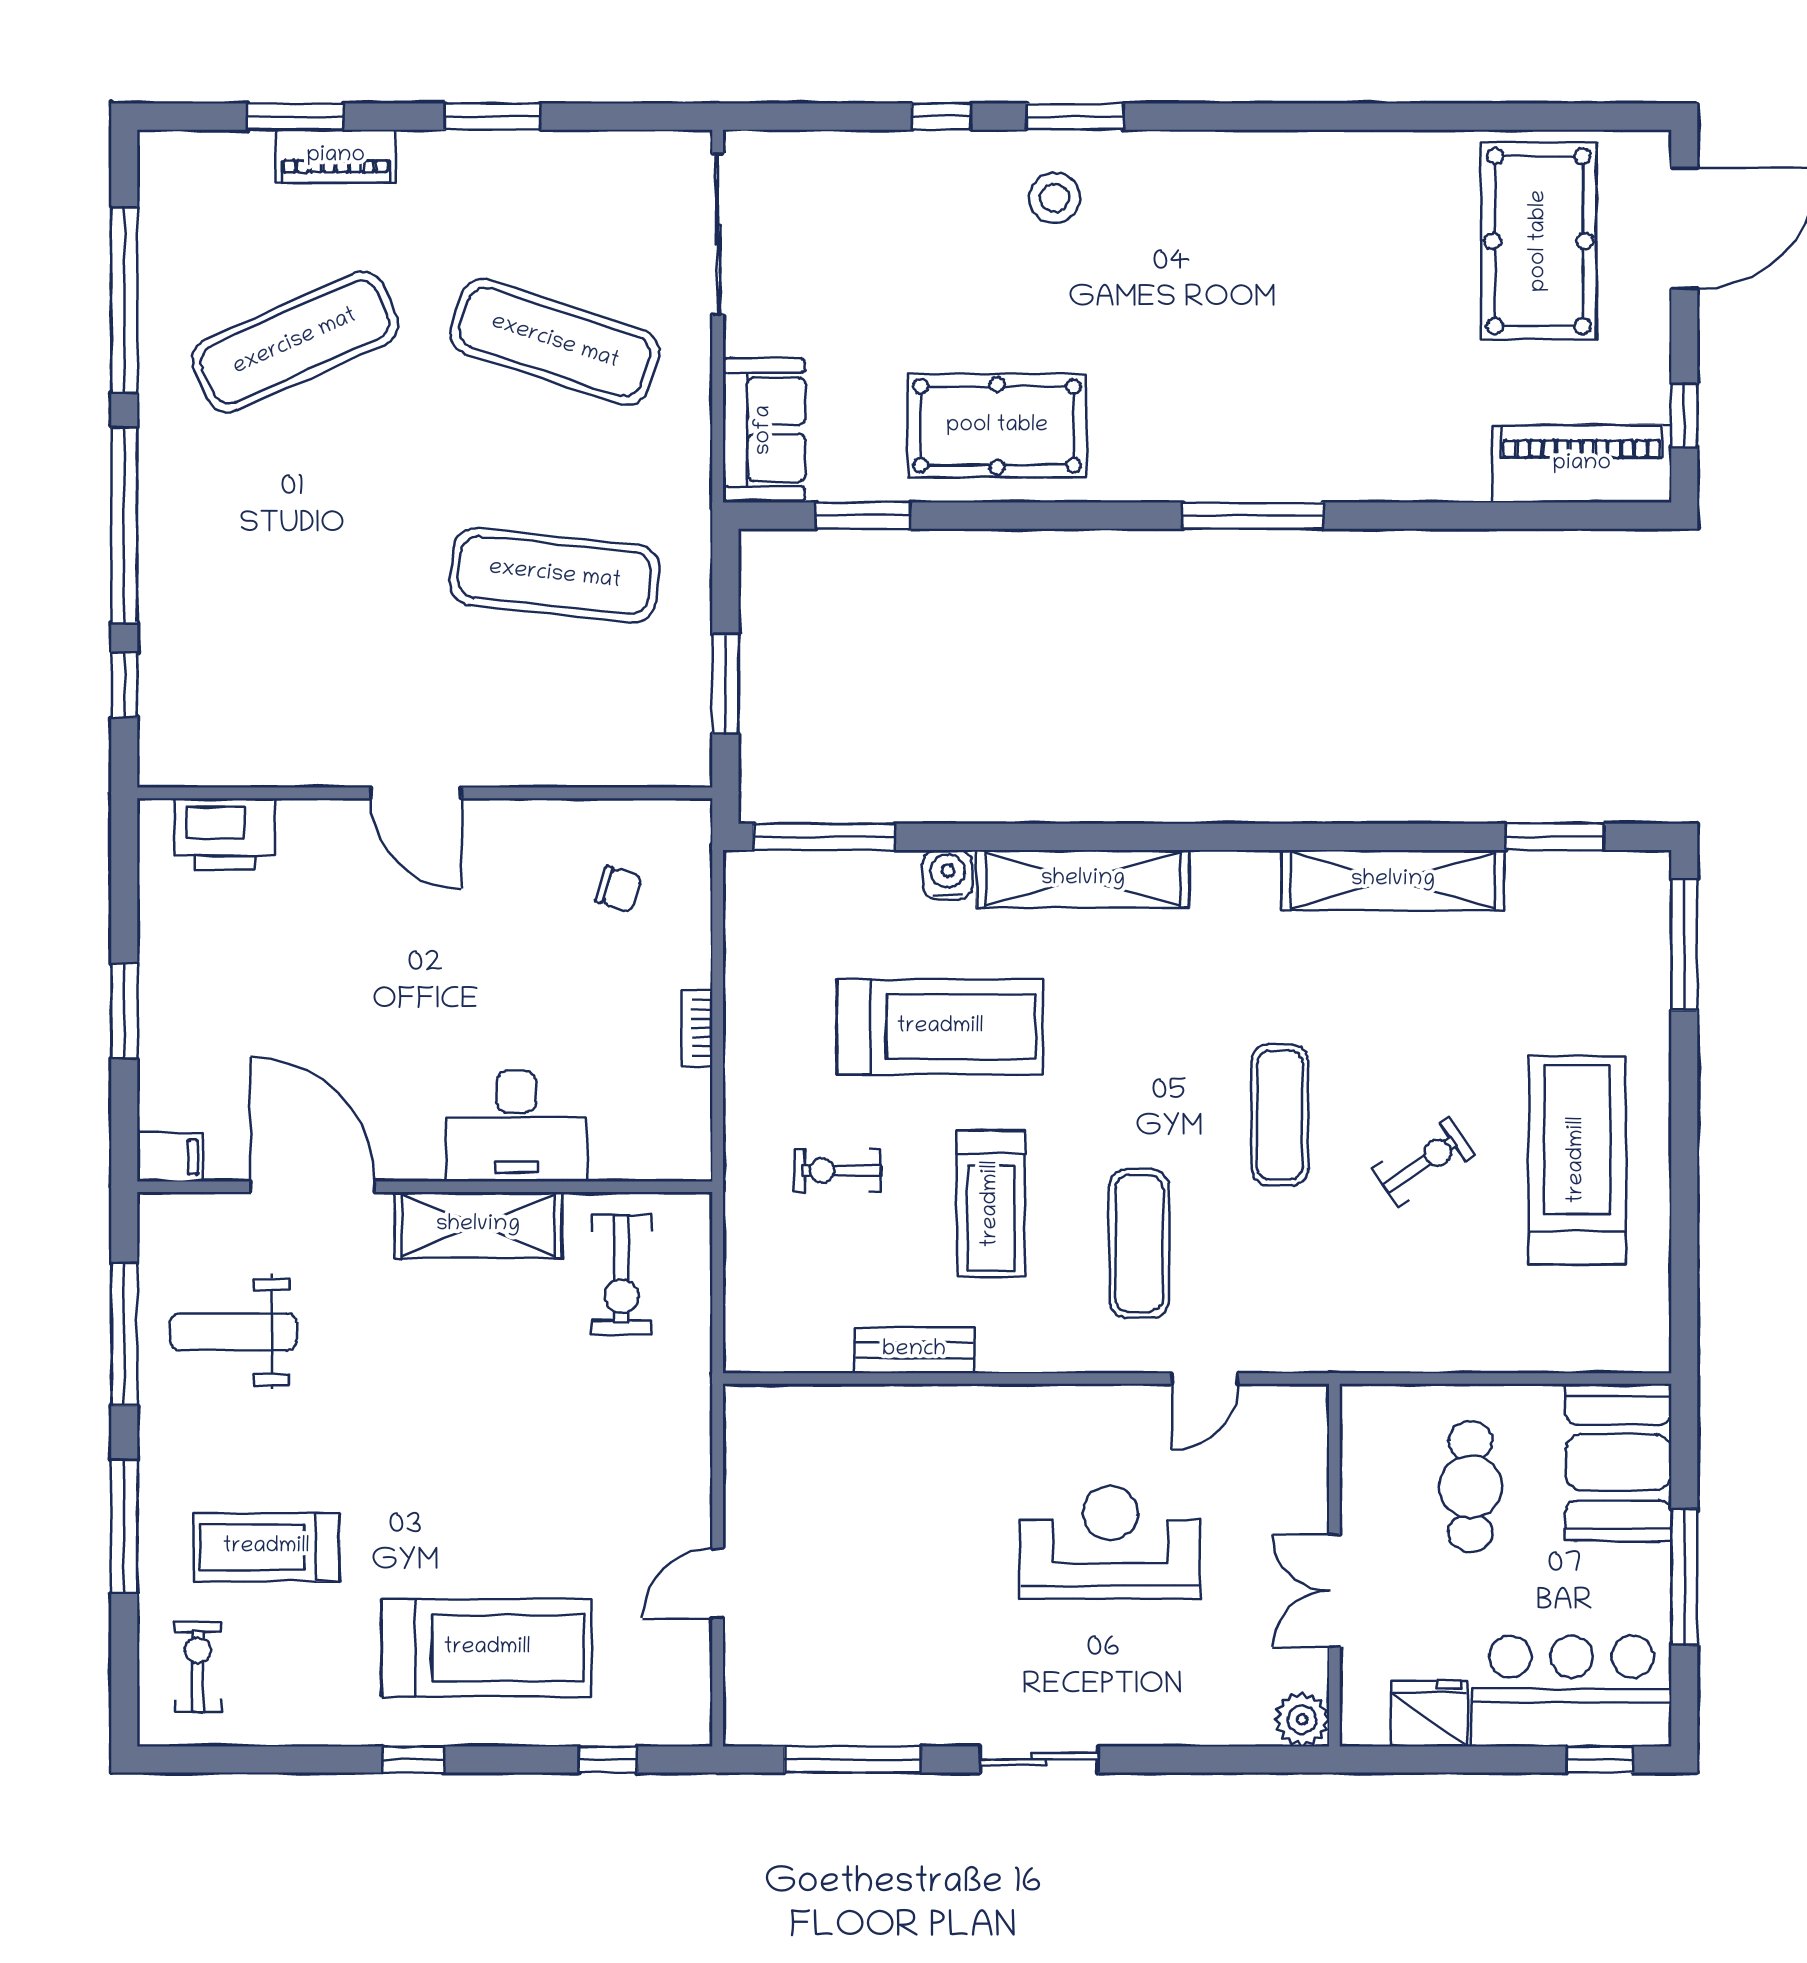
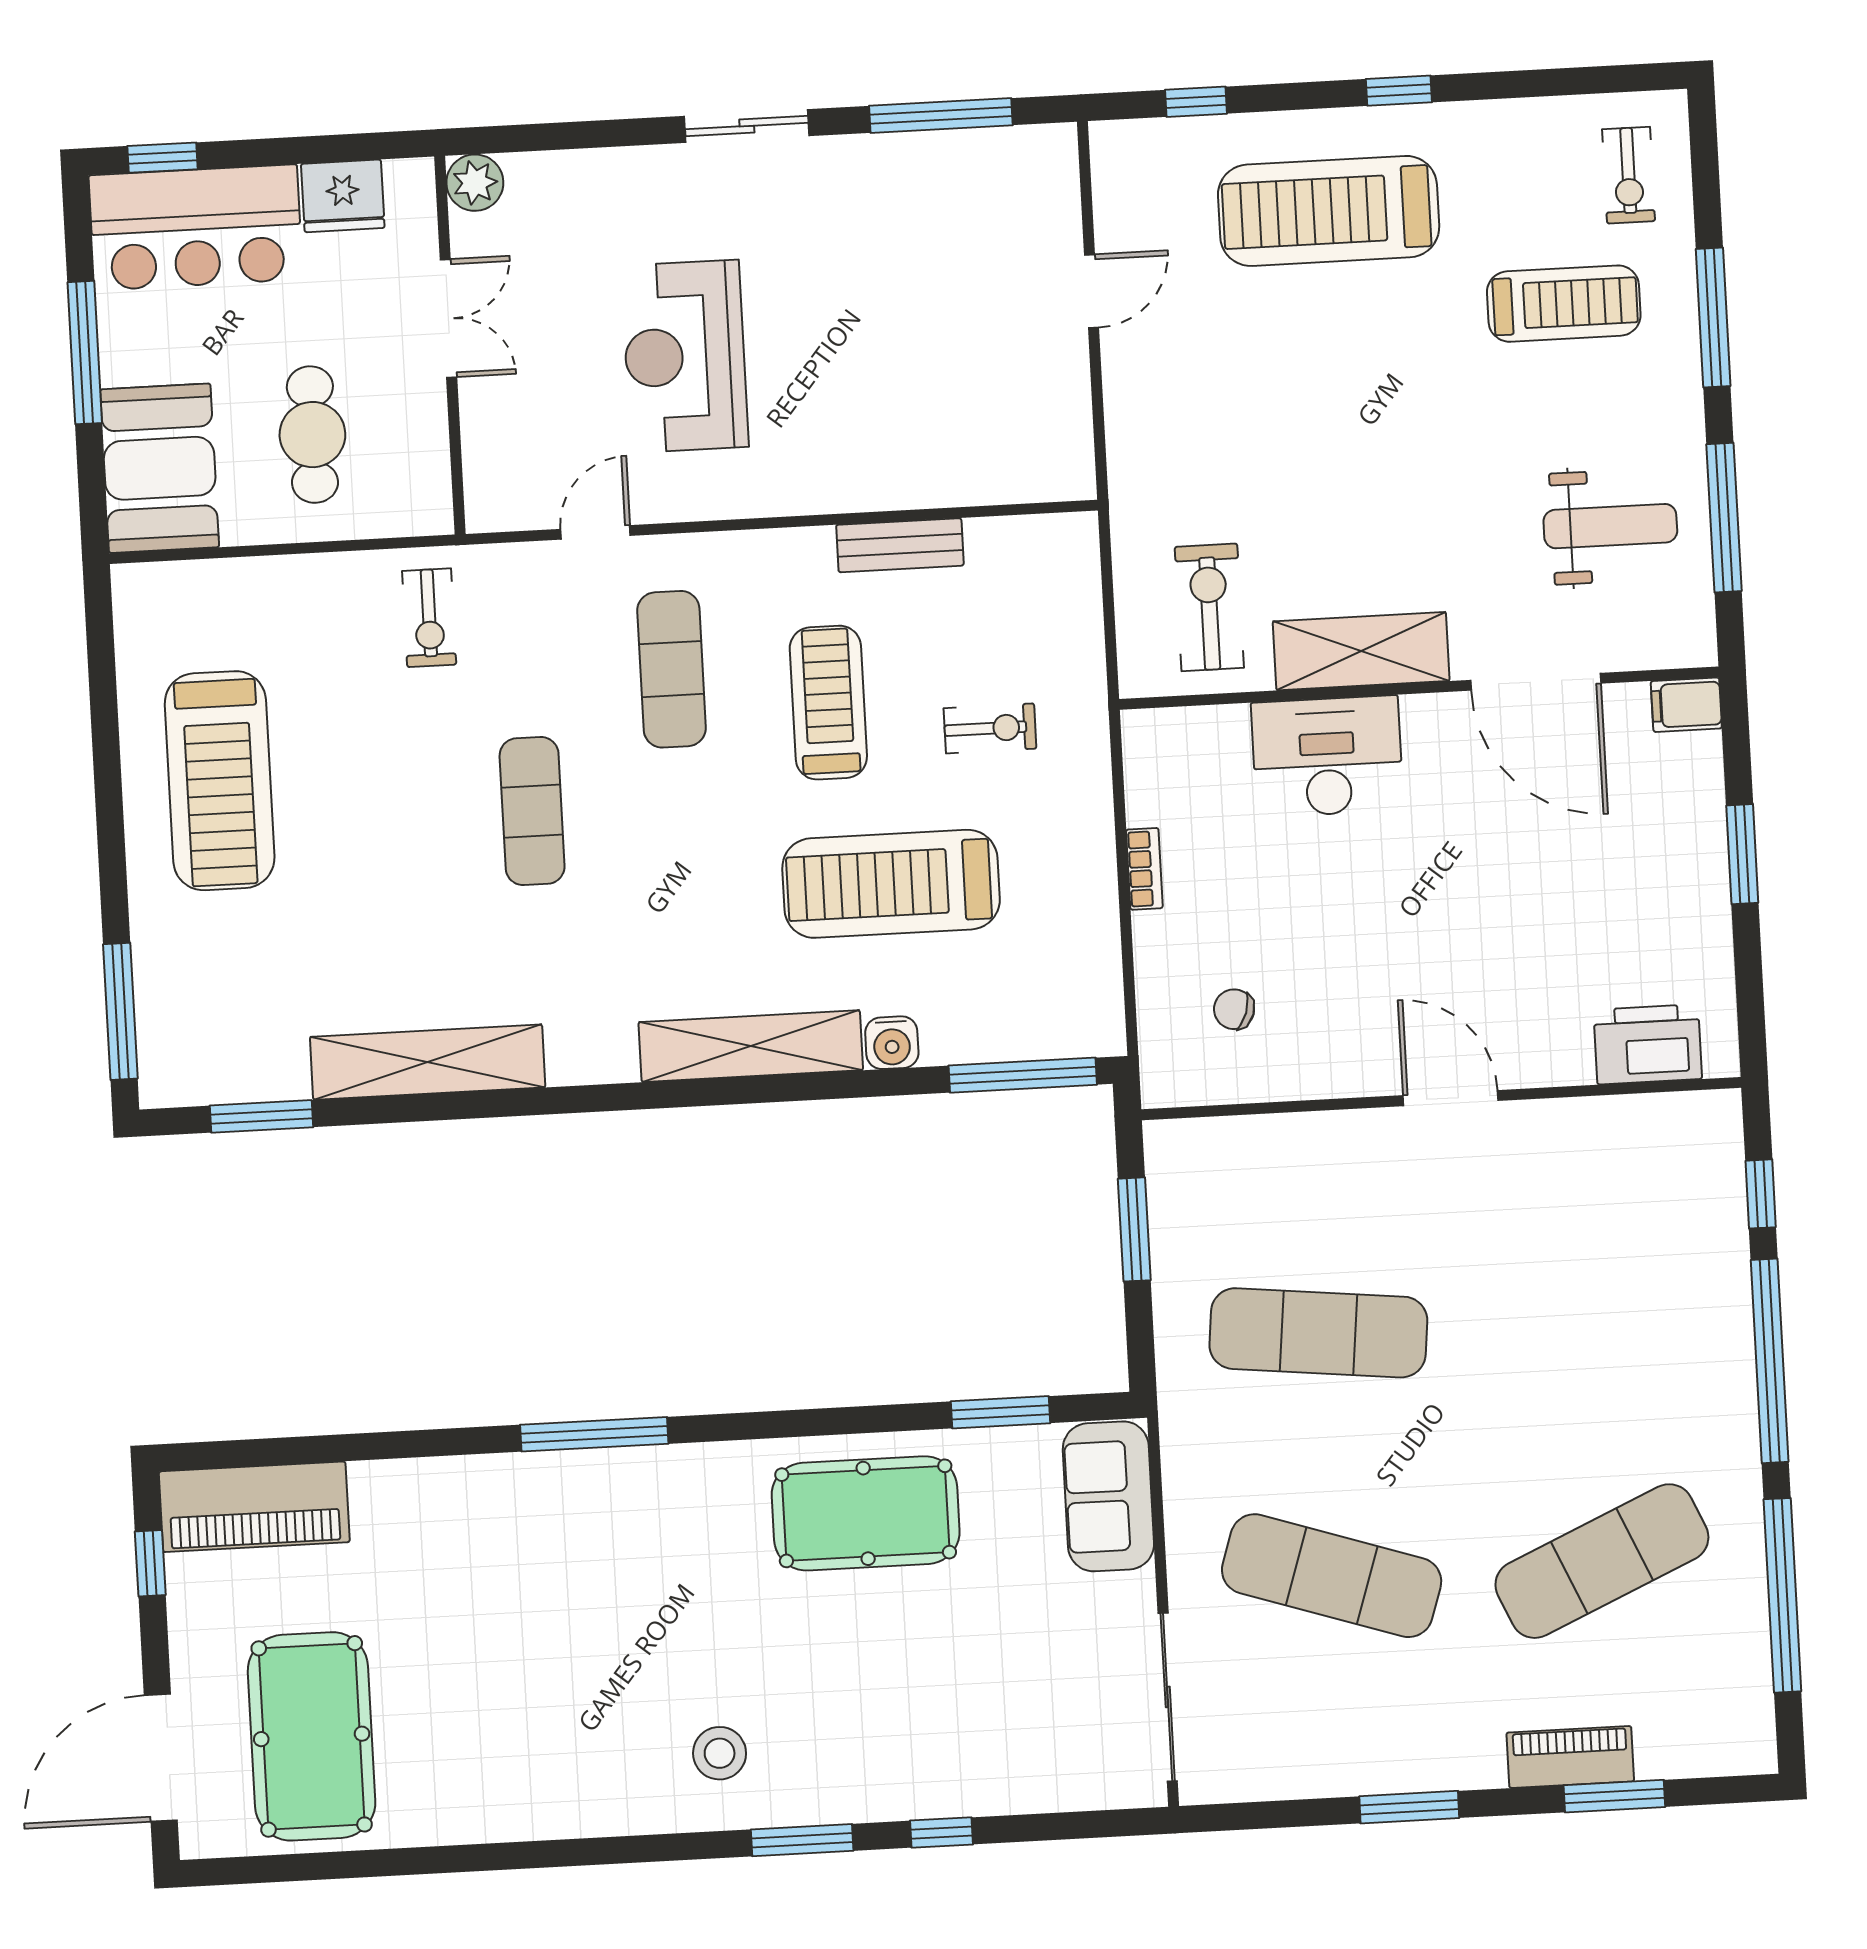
stool: (1055, 198) -> (720, 1753), moved
exercise bike: (1424, 1162) -> (429, 618), moved, turned -56
reception desk: (1110, 1542) -> (685, 356), turned 90

